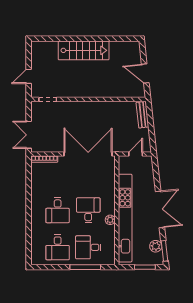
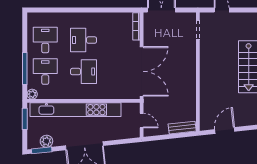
plant: (110, 220) -> (32, 94), moved
desk: (58, 247) -> (45, 40), turned 90
window: (145, 267) -> (25, 119), moved

